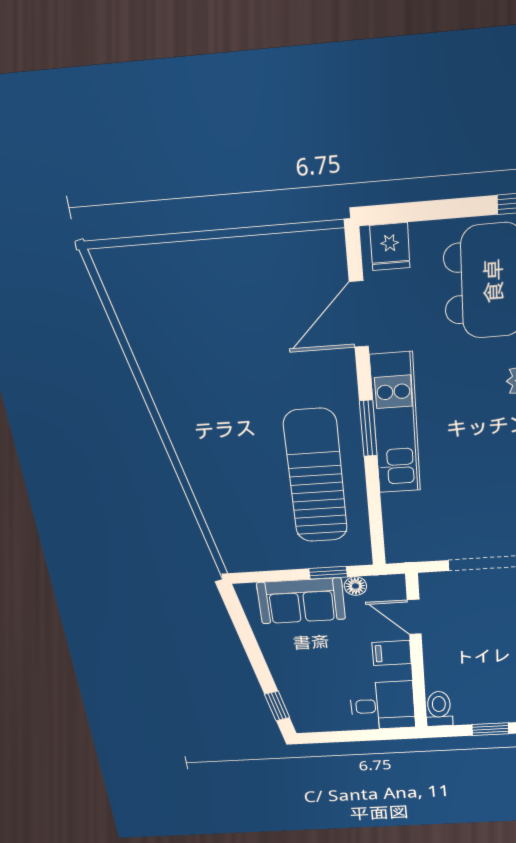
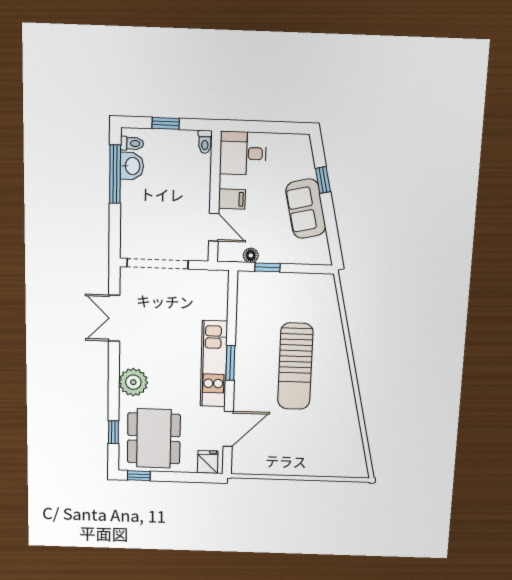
sun lounger: (316, 477) -> (295, 366), moved
sofa: (301, 601) -> (306, 209), moved, turned -103
window: (277, 706) -> (323, 180), moved
toilet: (439, 709) -> (205, 142), width x0.73, depth x0.72

